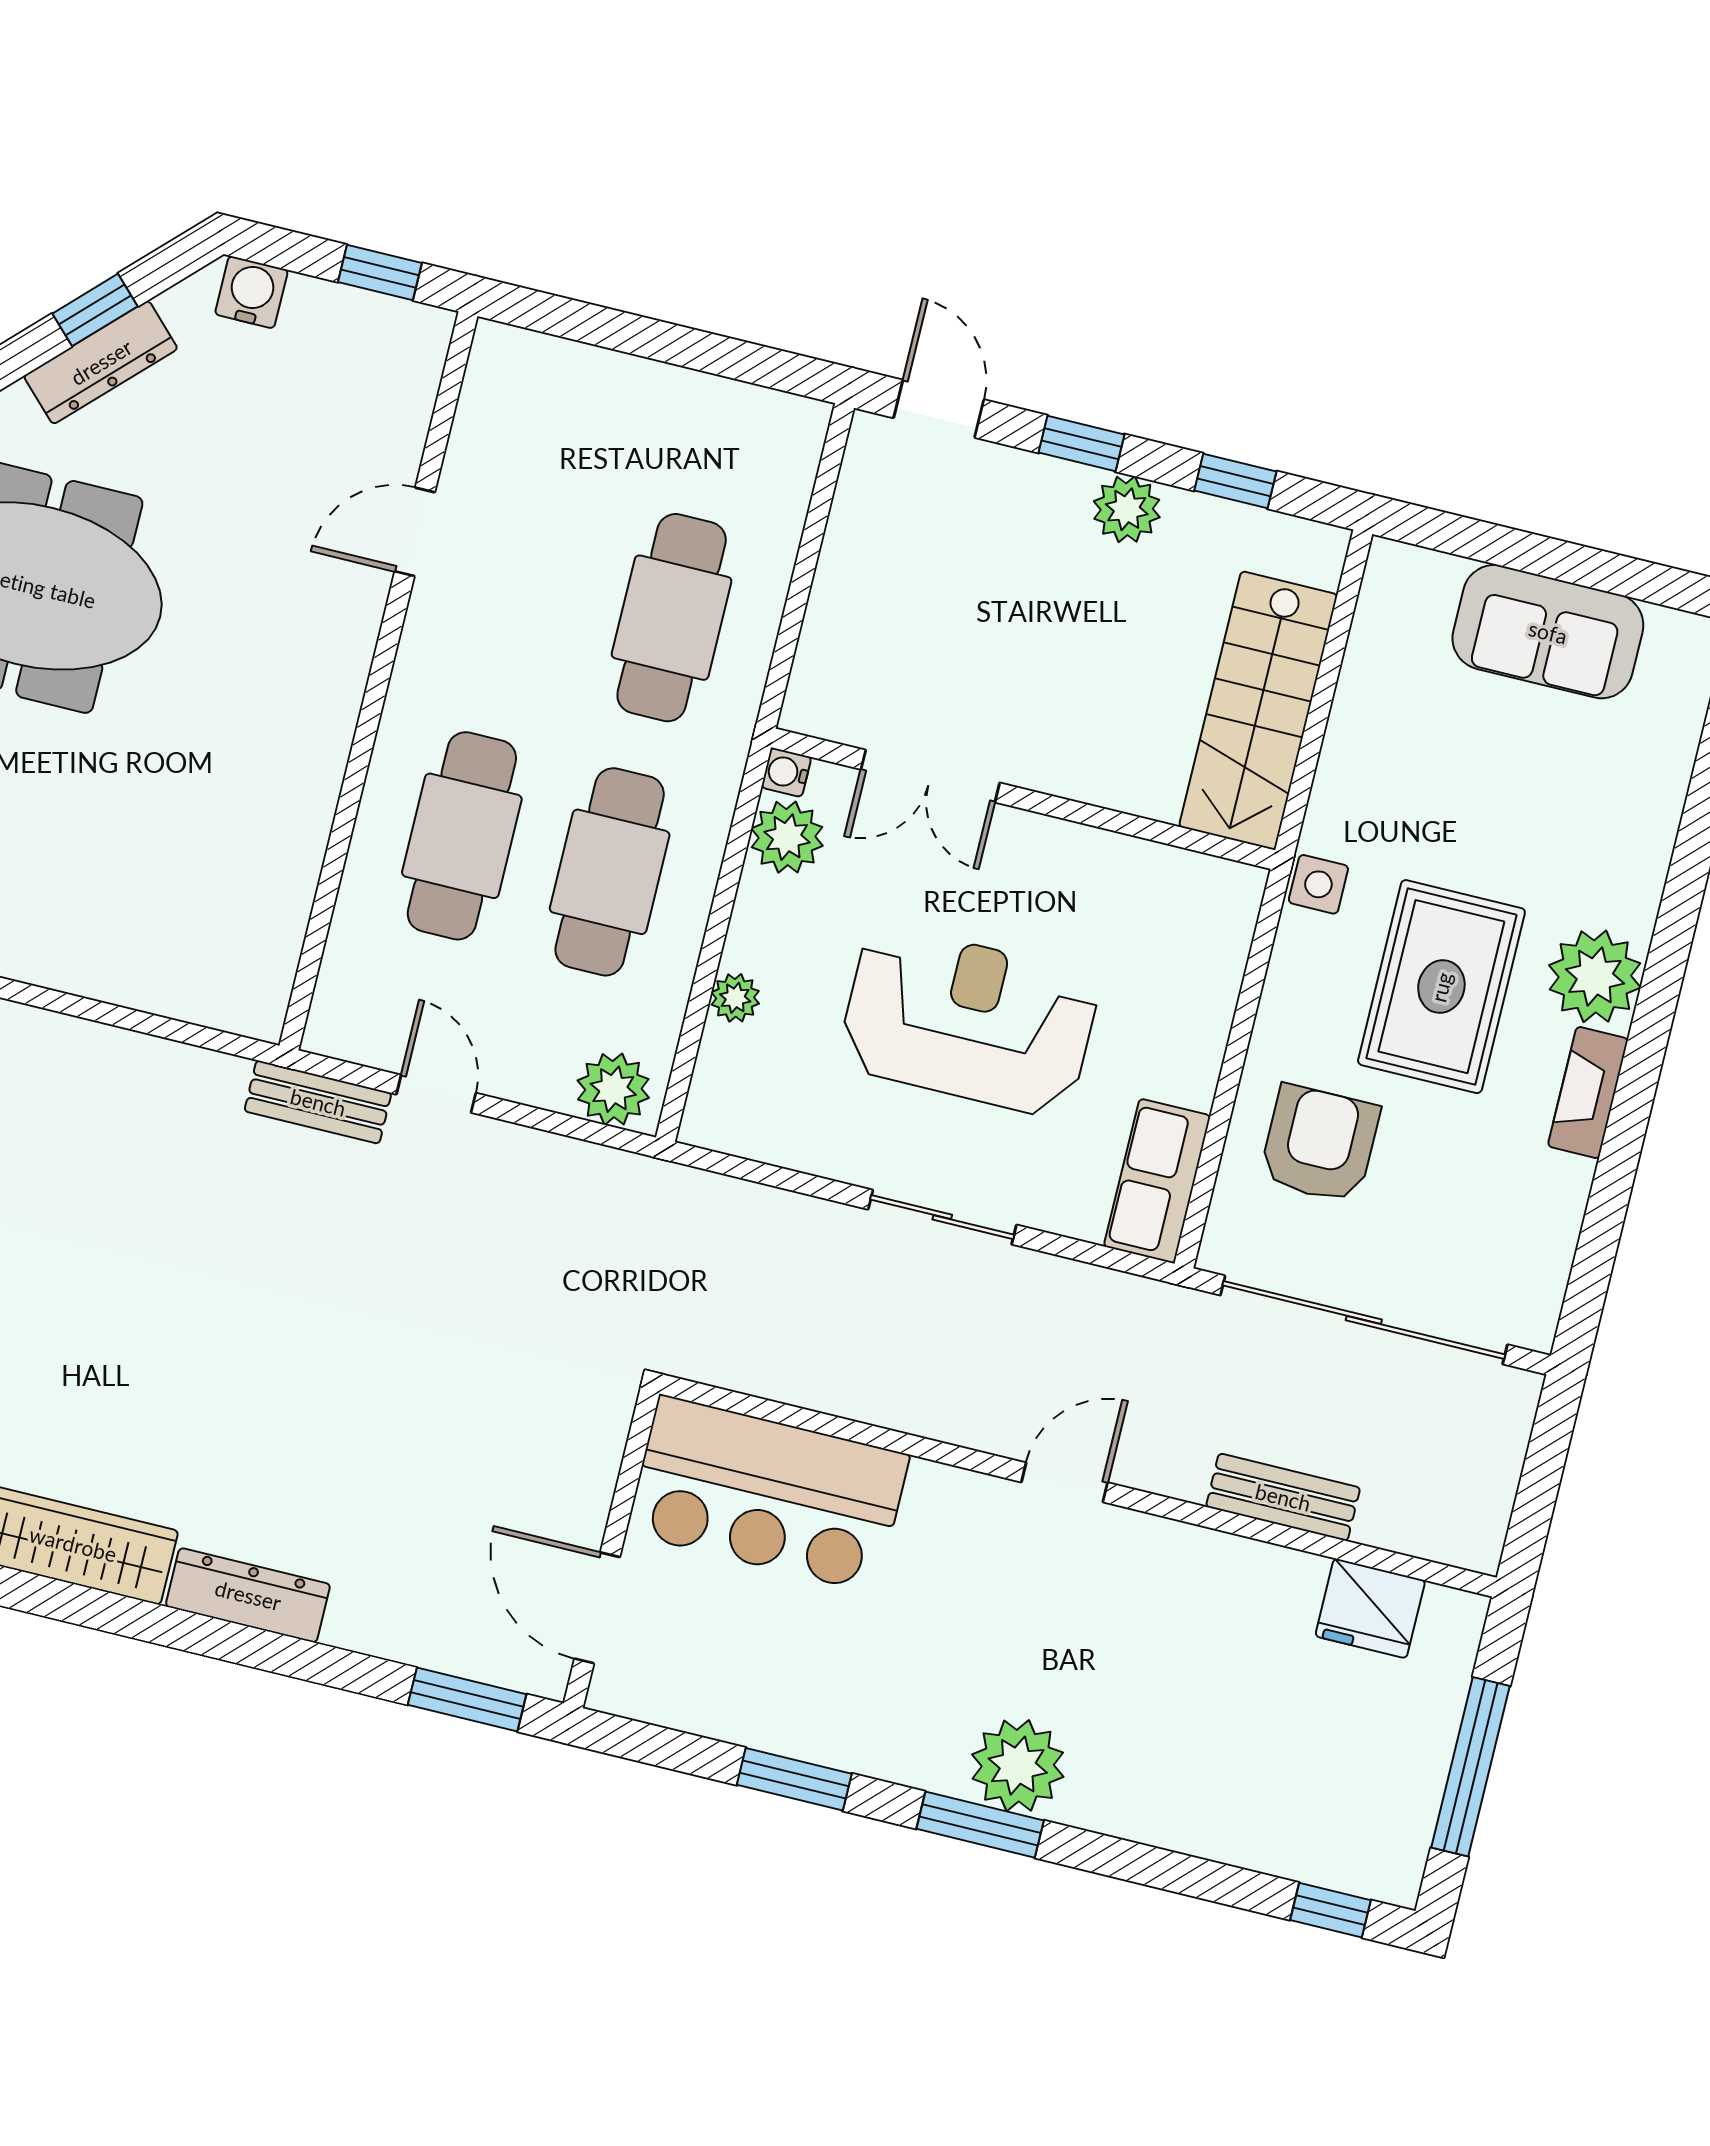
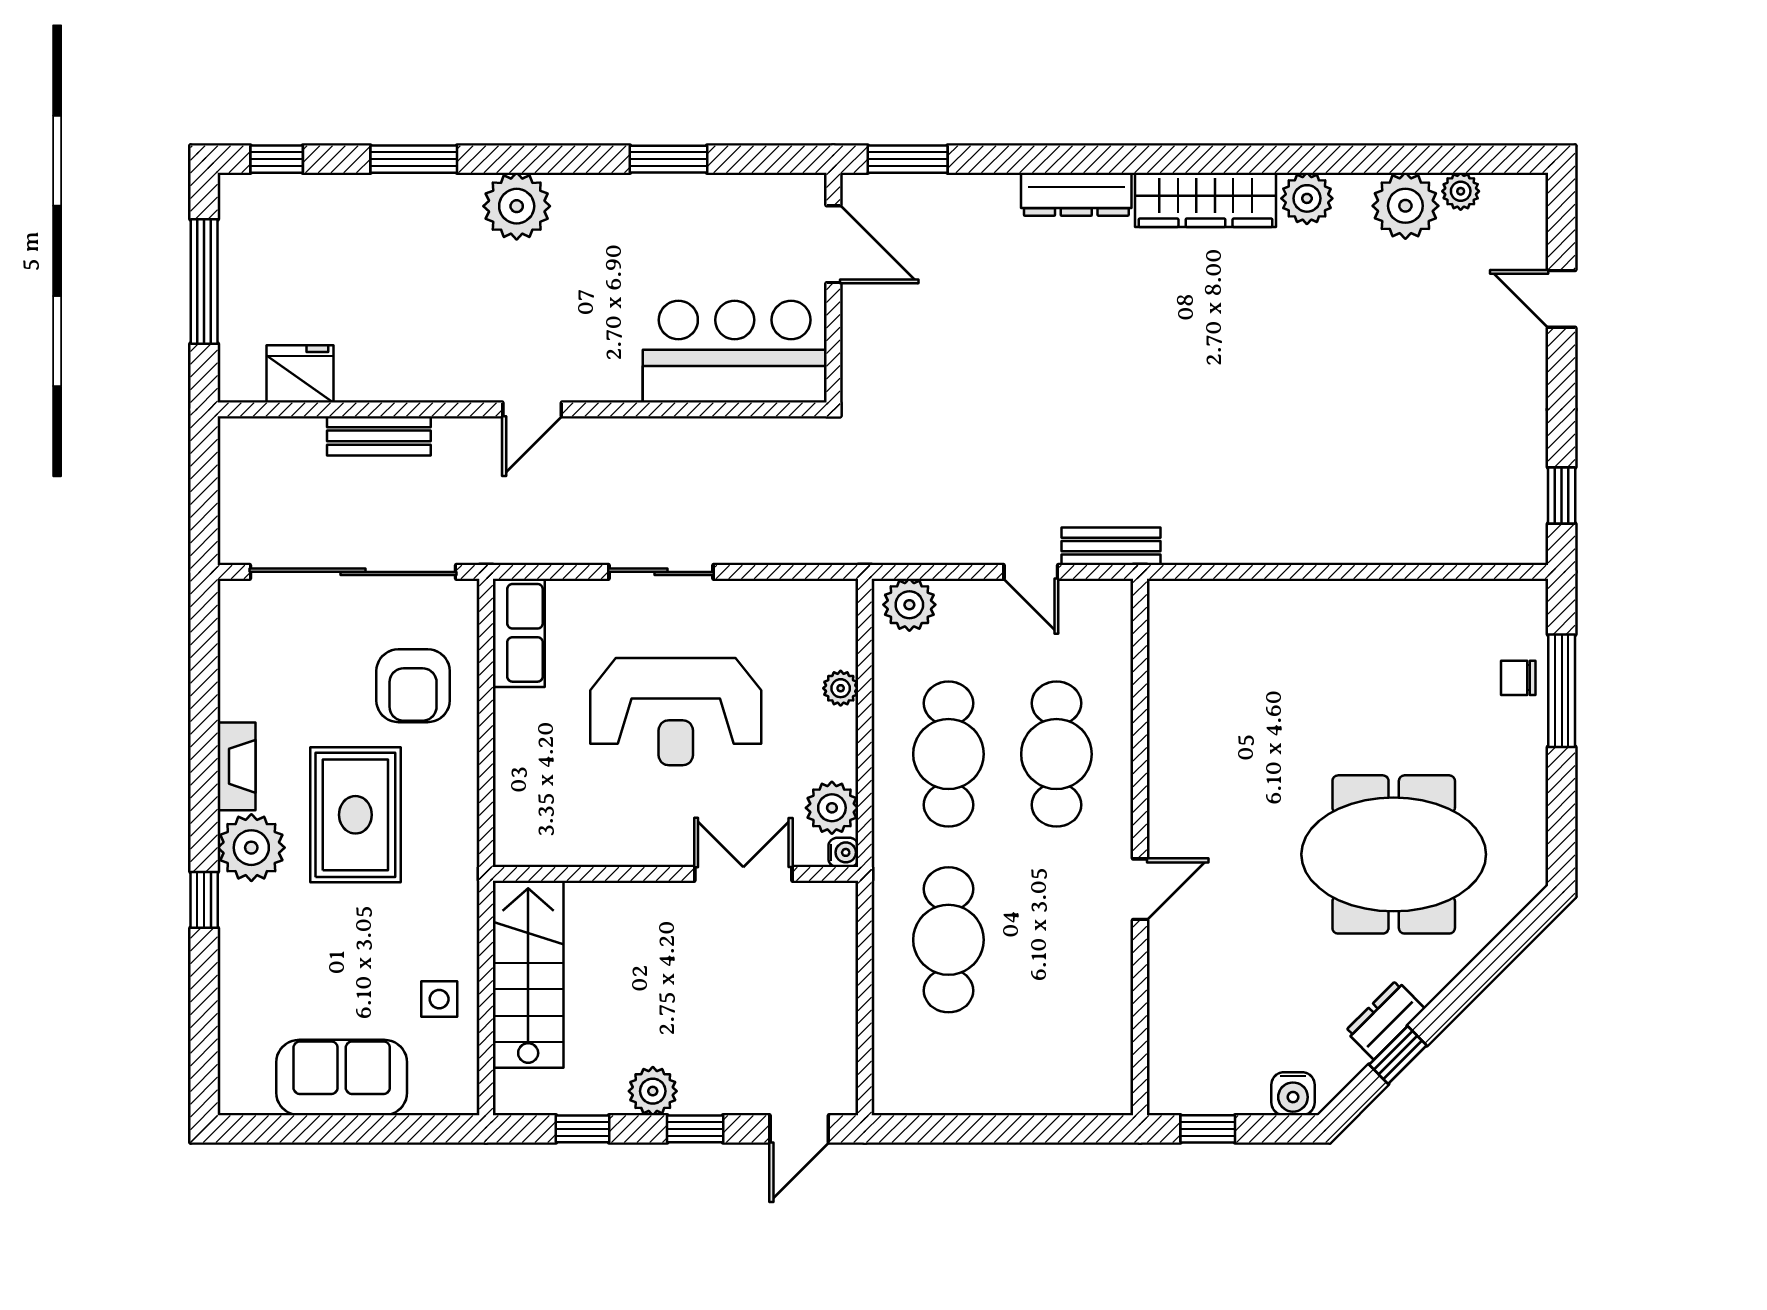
dresser: (101, 362) -> (1385, 1020), width x0.70
door: (939, 409) -> (799, 1129), hinge flipped
door: (415, 532) -> (1140, 889), moved
side table: (1318, 884) -> (439, 999), moved
window: (1677, 920) -> (204, 900), added
window: (980, 1825) -> (414, 159), moved

